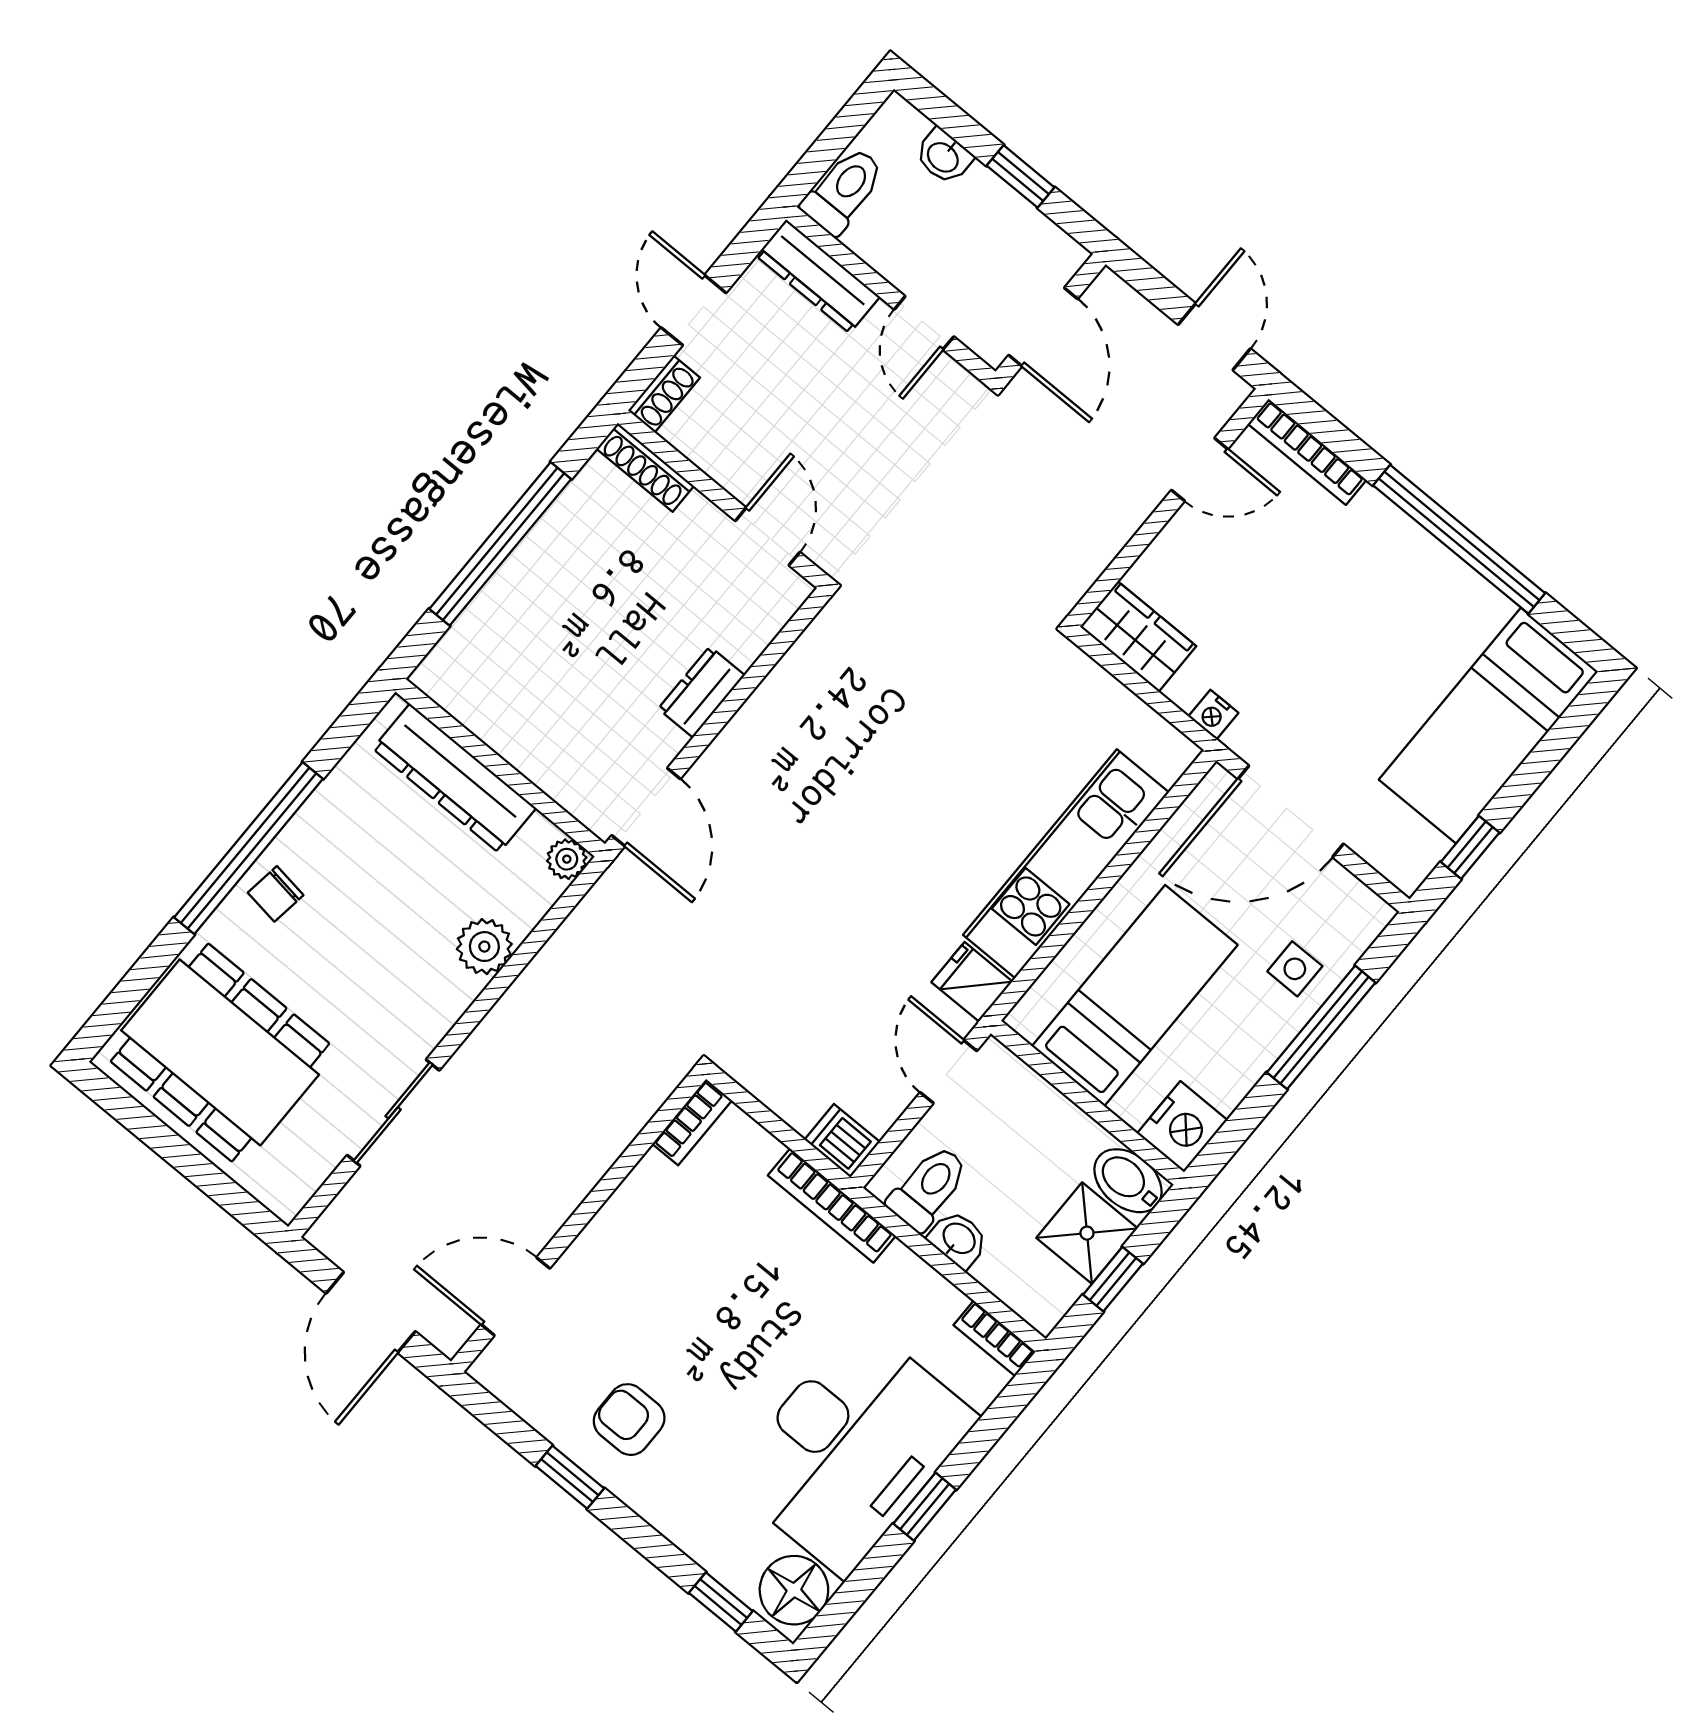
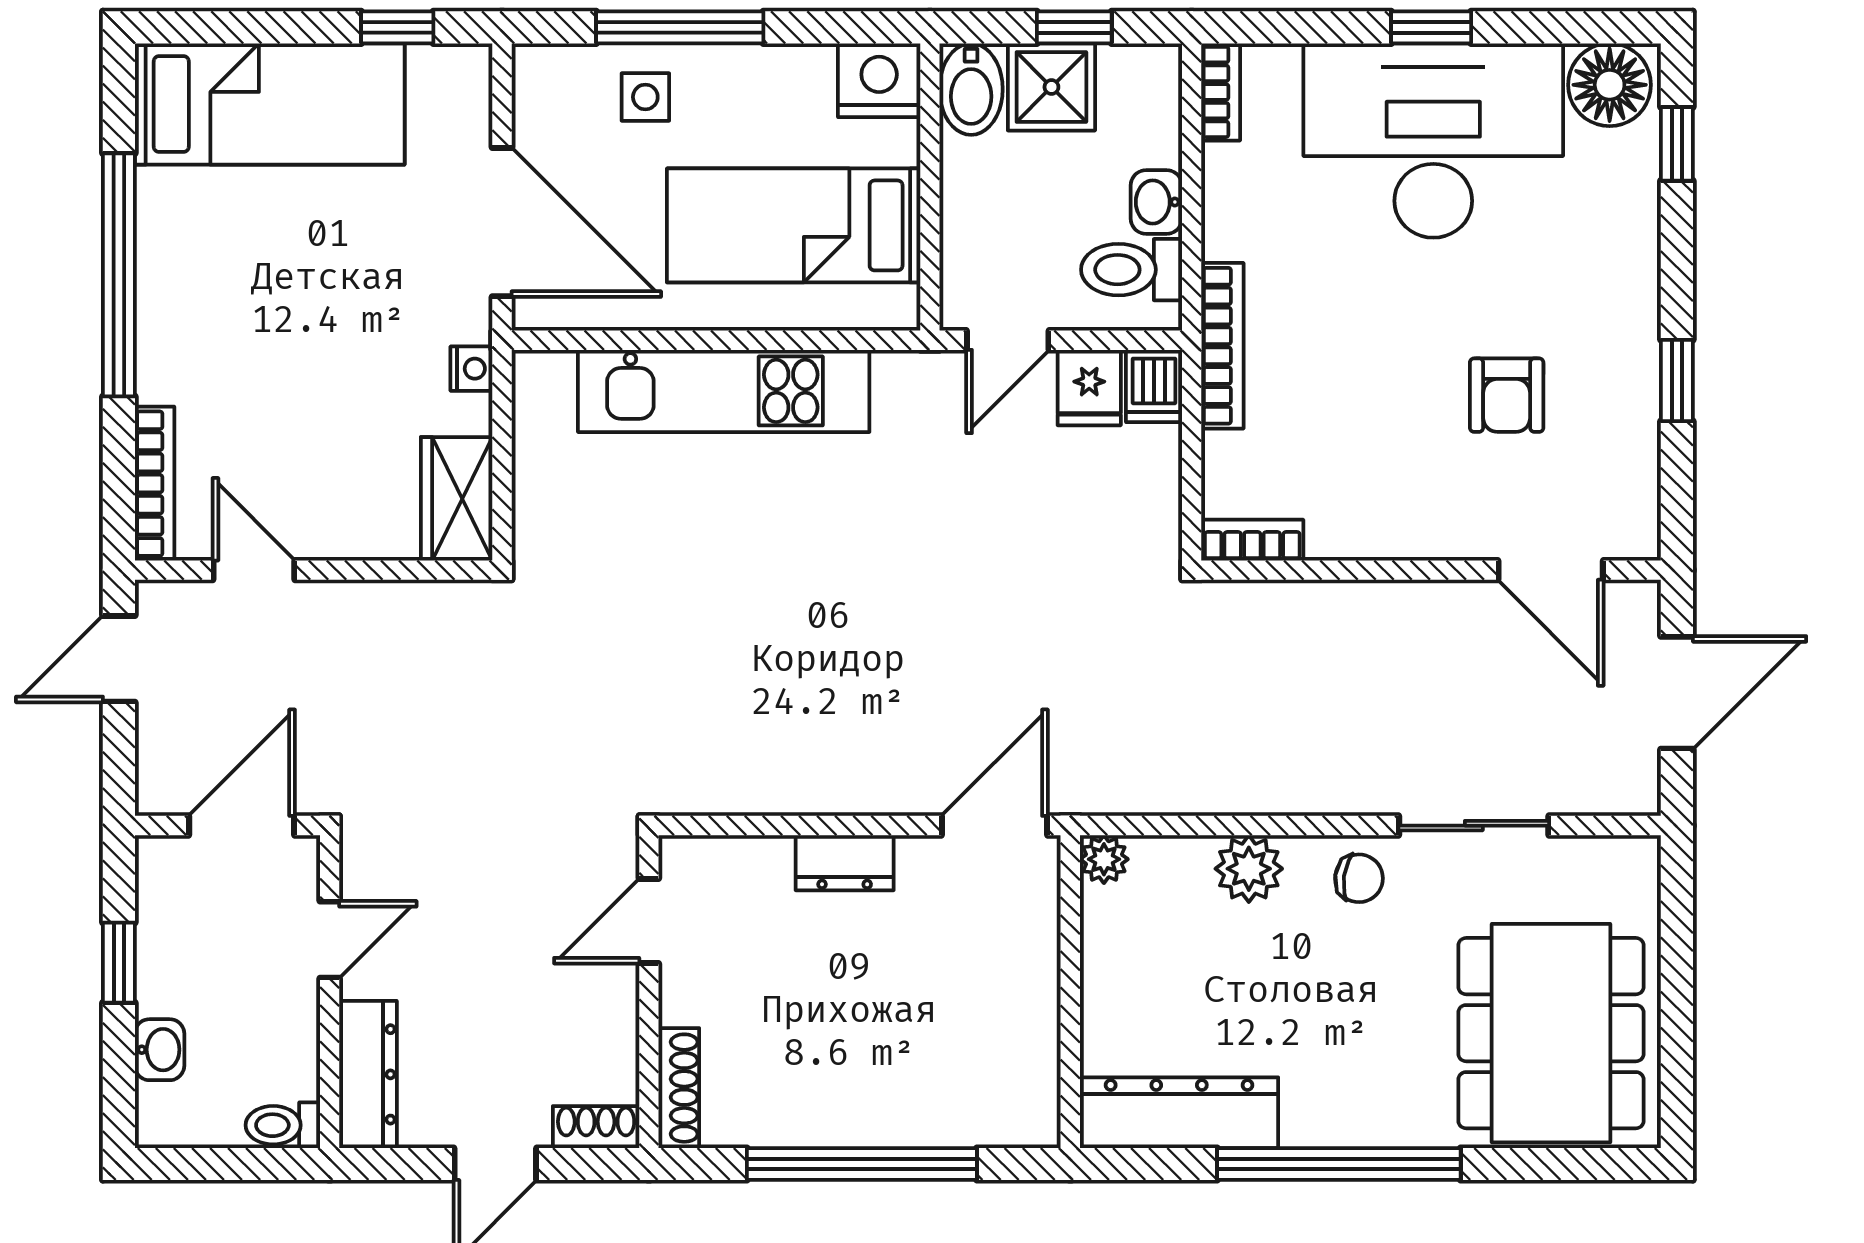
toilet: (843, 191) -> (283, 1125), width x0.73, depth x0.72
dresser: (454, 778) -> (1179, 1113), moved, turned -90
chair: (276, 894) -> (1359, 878), moved
fridge: (972, 982) -> (1089, 388), moved
armchair: (629, 1420) -> (1507, 395), moved

